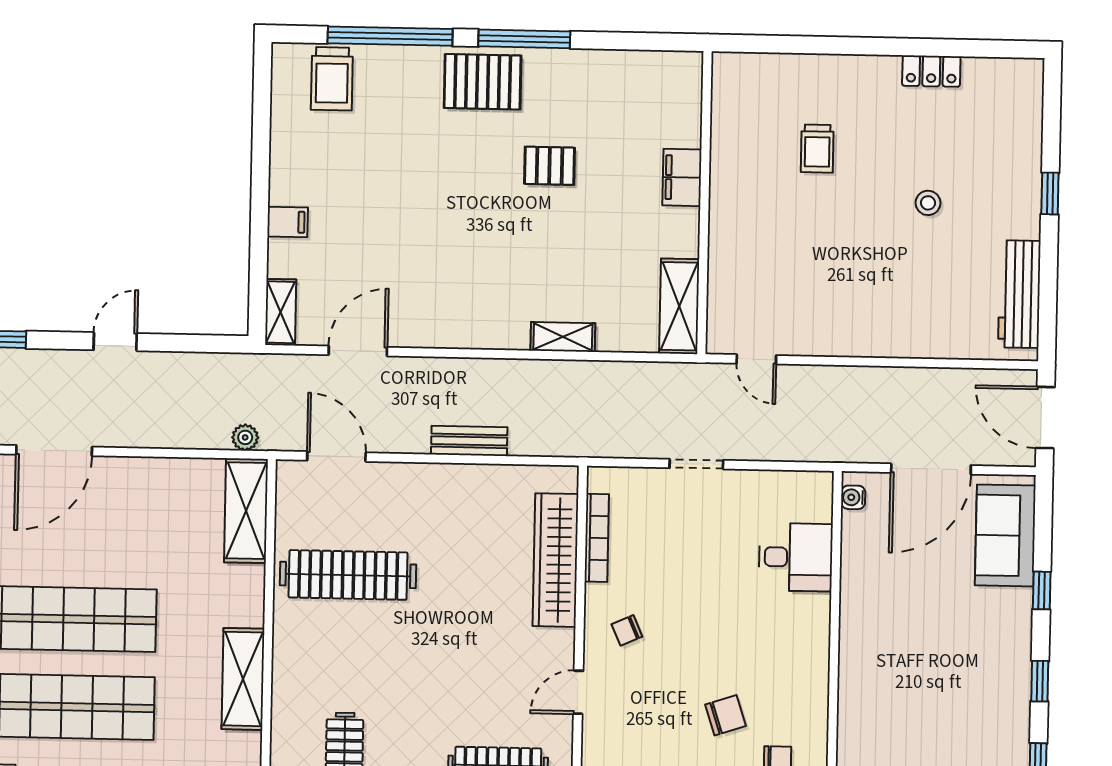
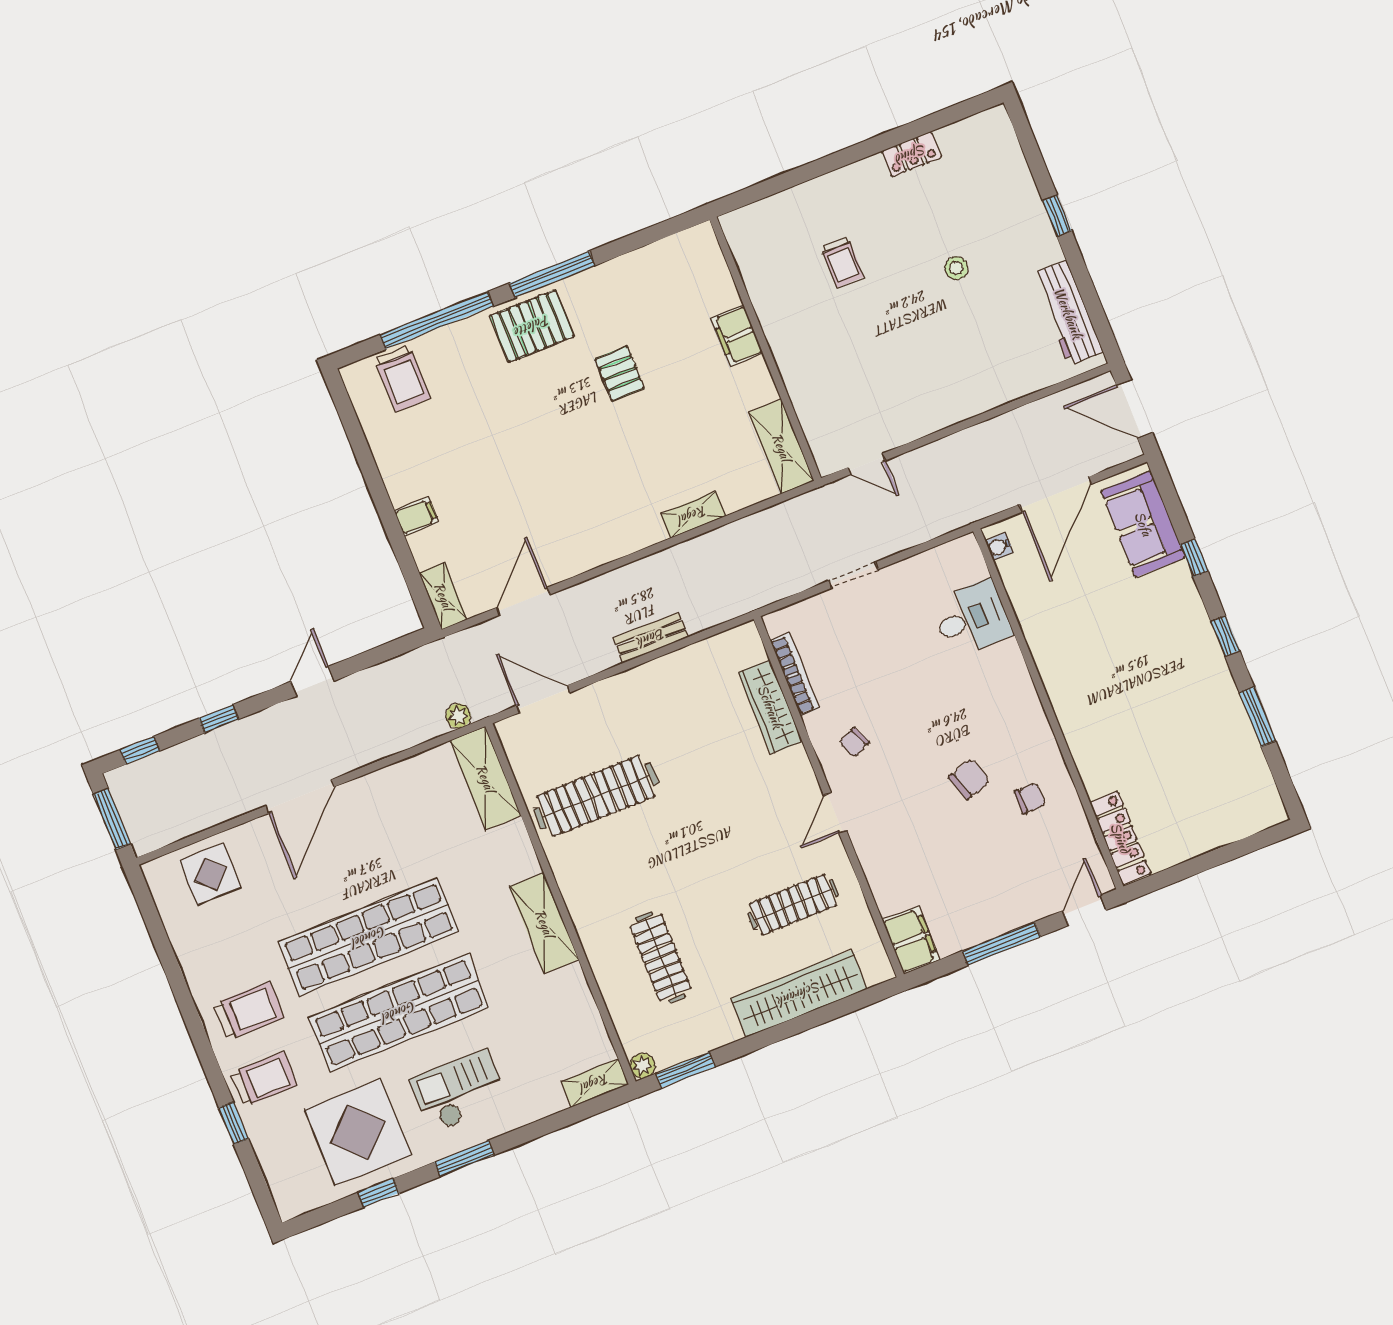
pallet: (549, 166) -> (620, 374), turned 90
wardrobe: (555, 560) -> (770, 707), width x0.71, depth x0.85

